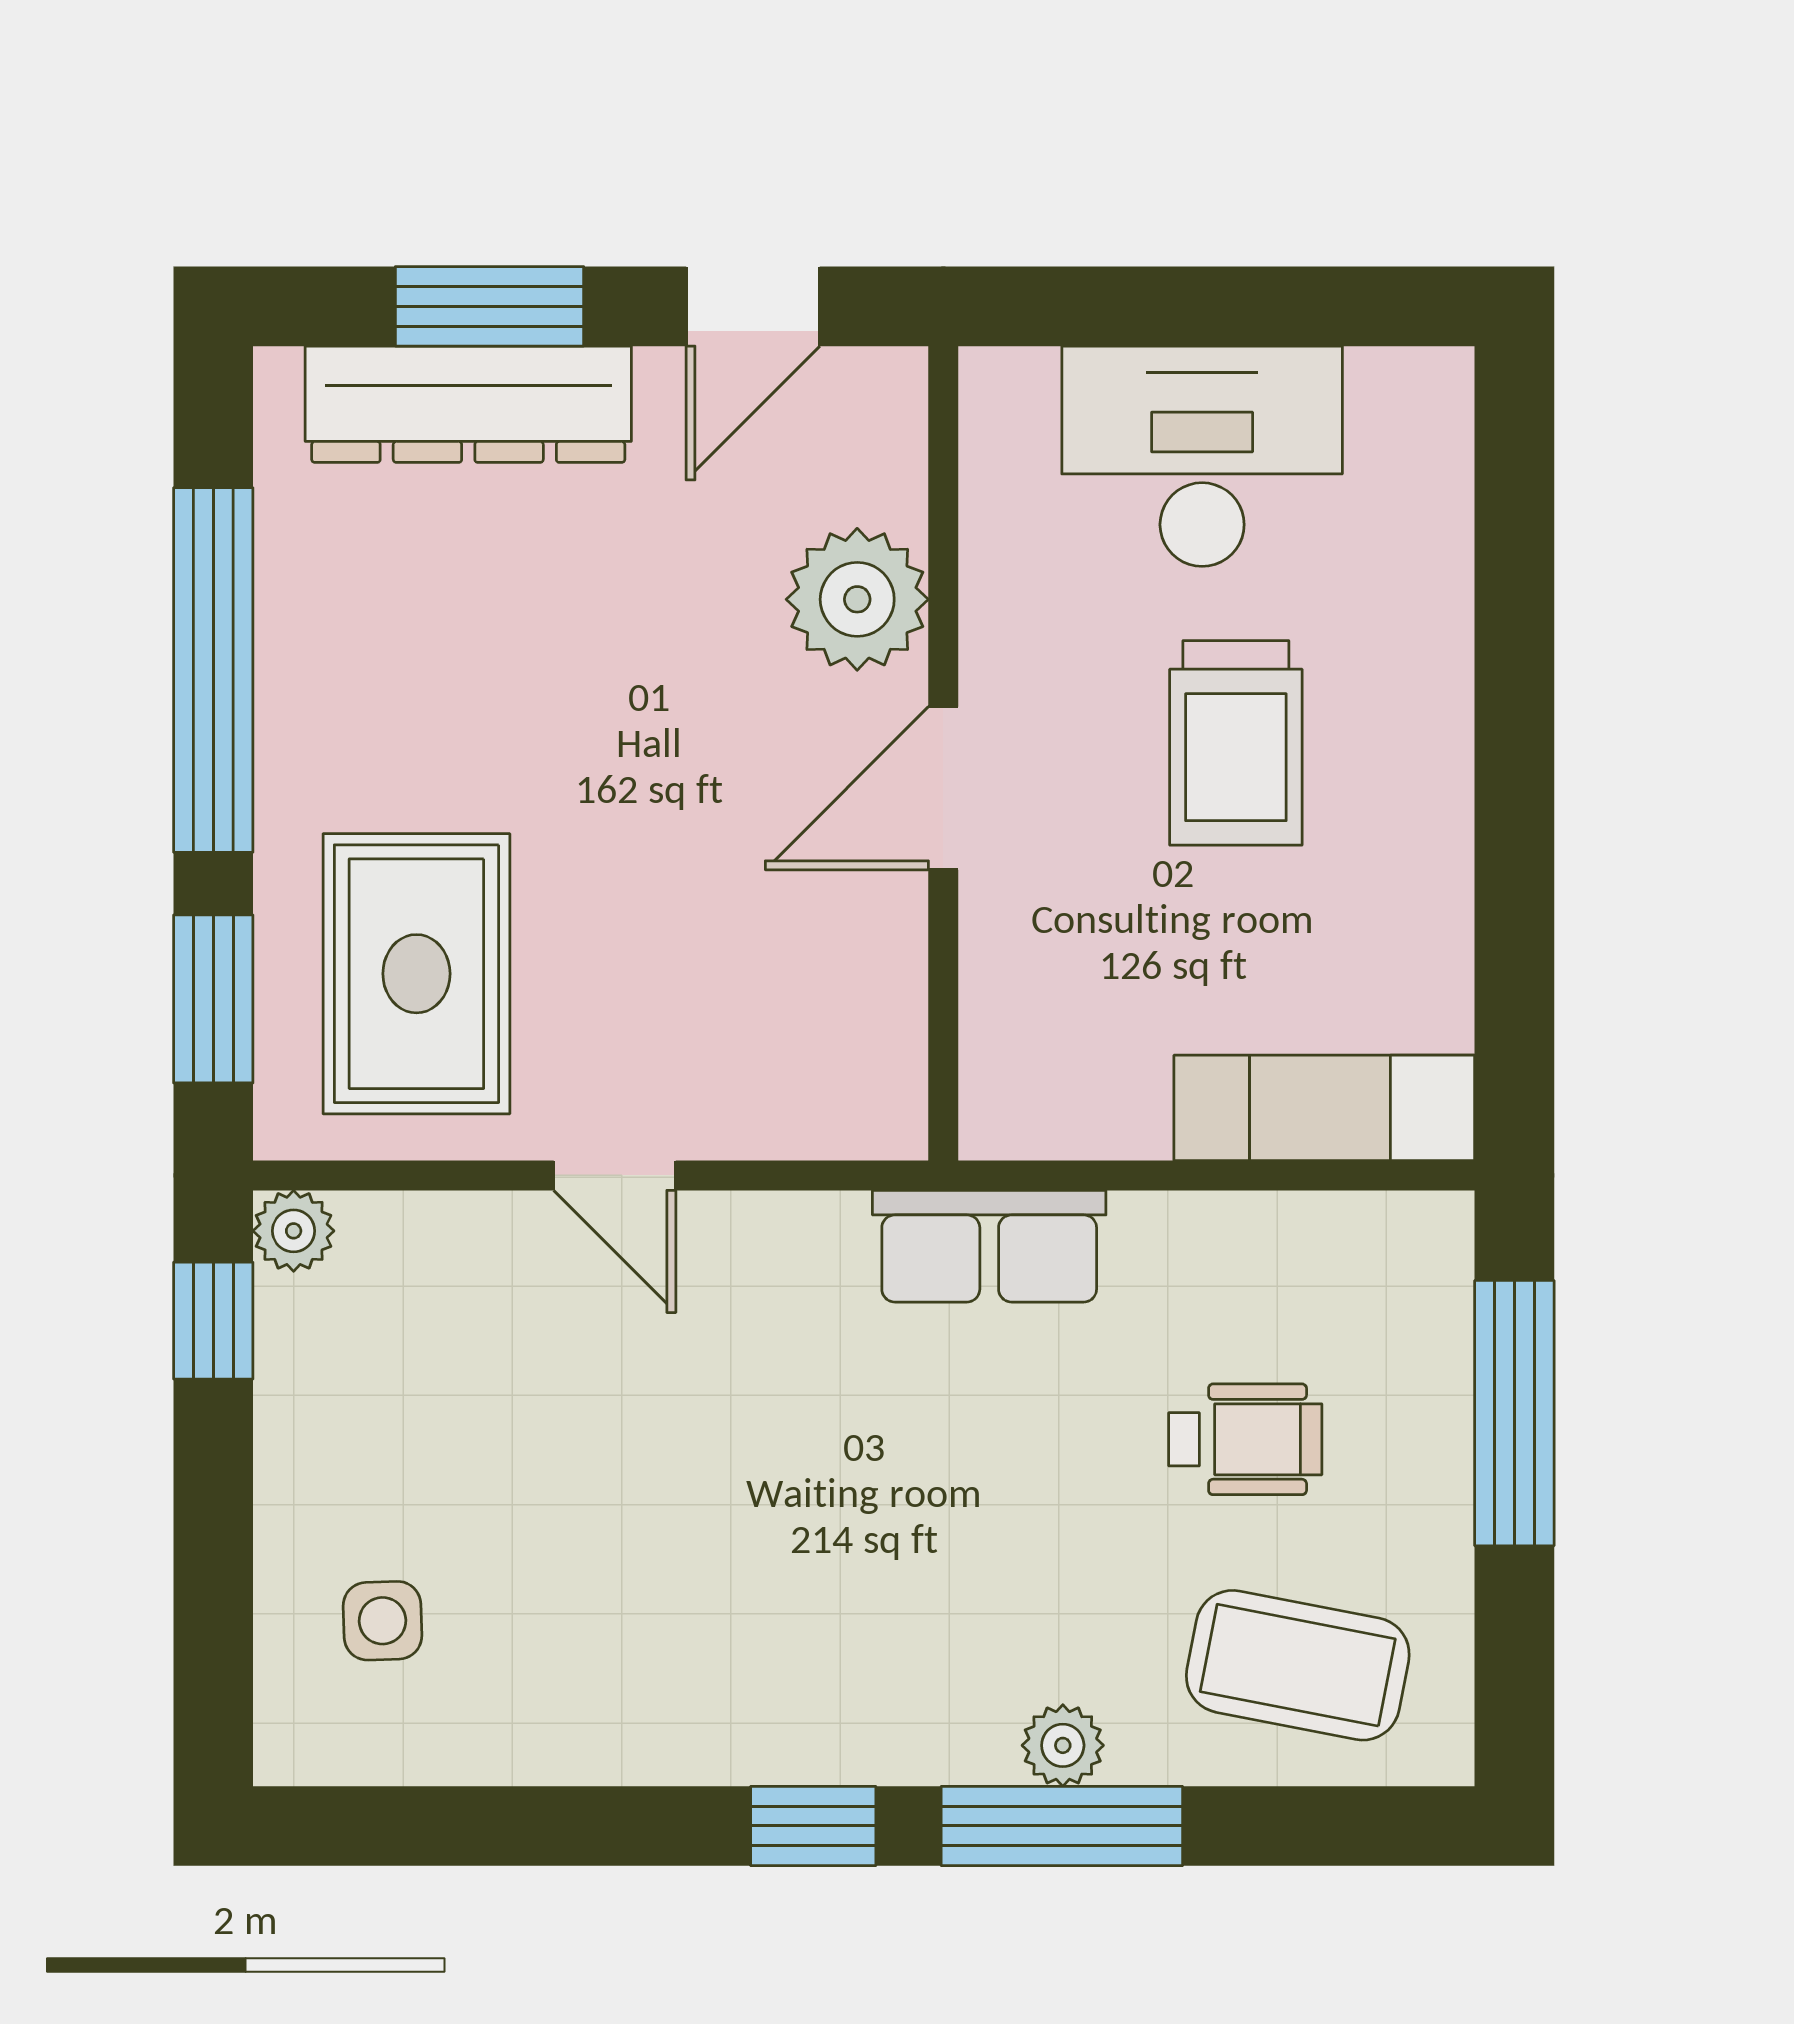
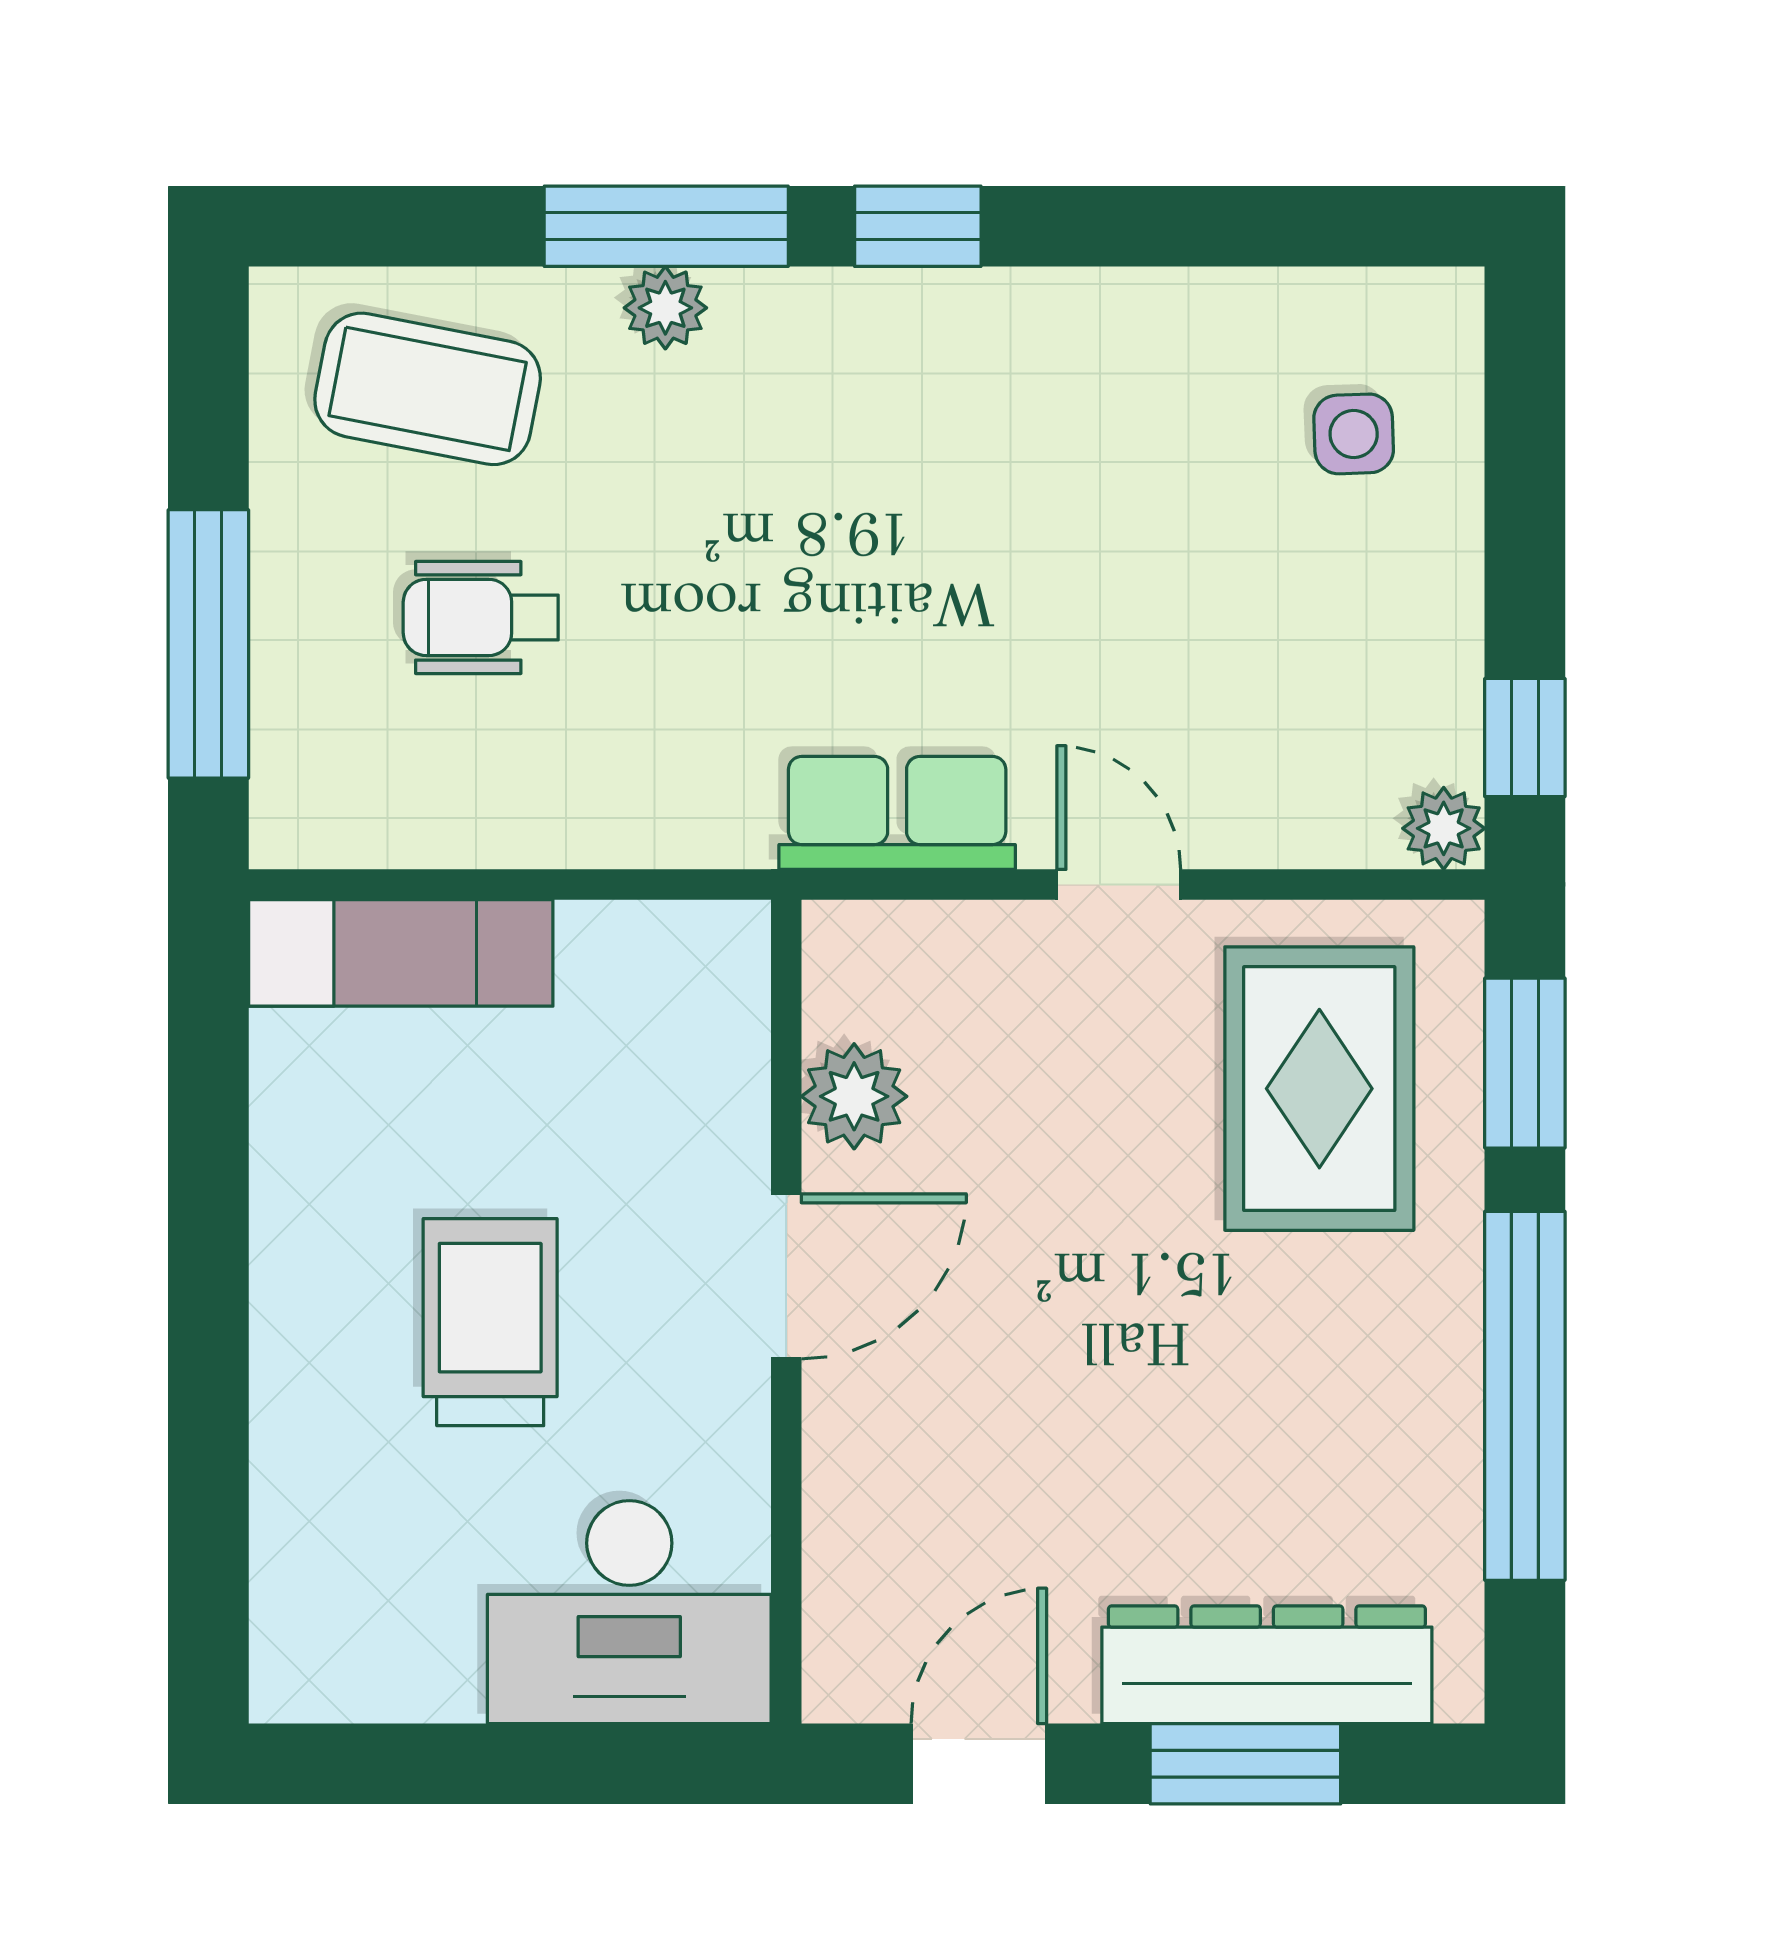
desk: (1202, 456) -> (629, 1612), moved
plant: (857, 599) -> (854, 1096), moved, width x0.73, depth x0.73
row of seats: (989, 1246) -> (897, 813), moved

